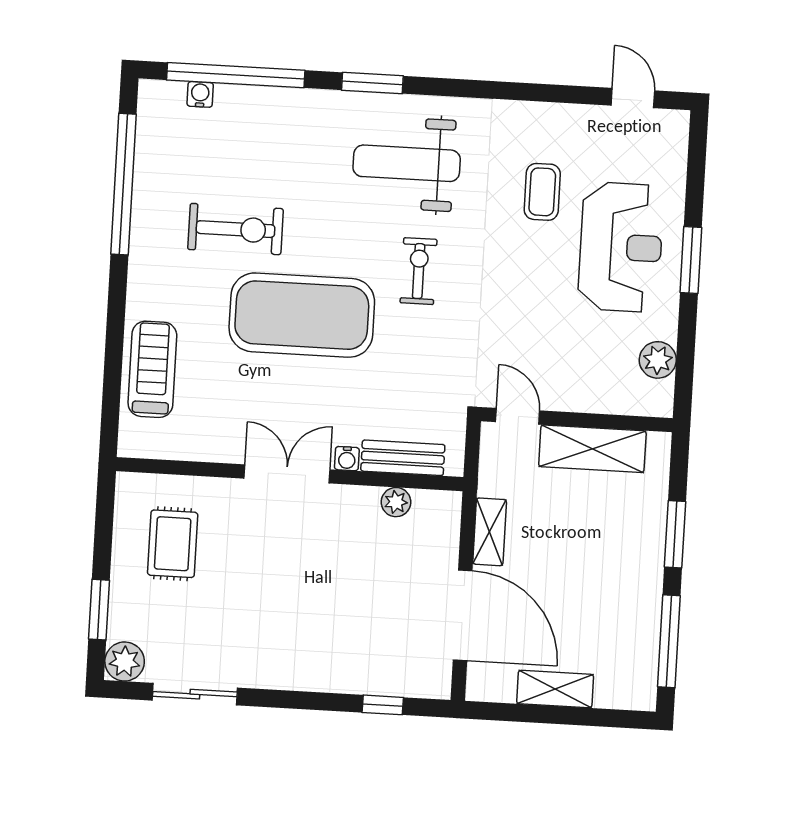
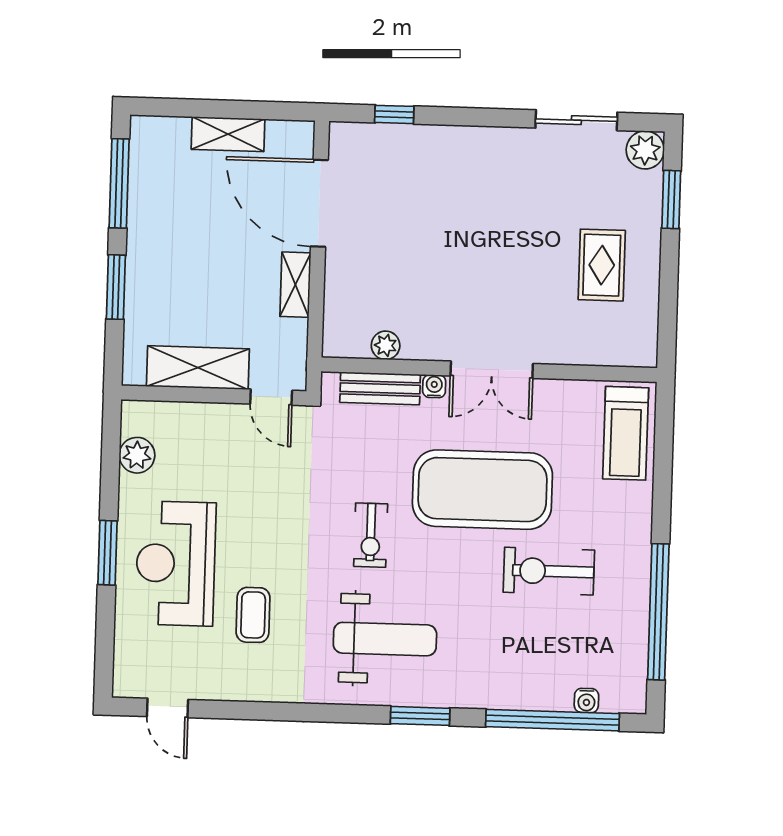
bench: (403, 458) -> (380, 388), moved
water cooler: (347, 459) -> (434, 386), moved
double door: (287, 474) -> (492, 370), moved
wall: (290, 474) -> (489, 370), moved
plant: (396, 502) -> (386, 345), moved

